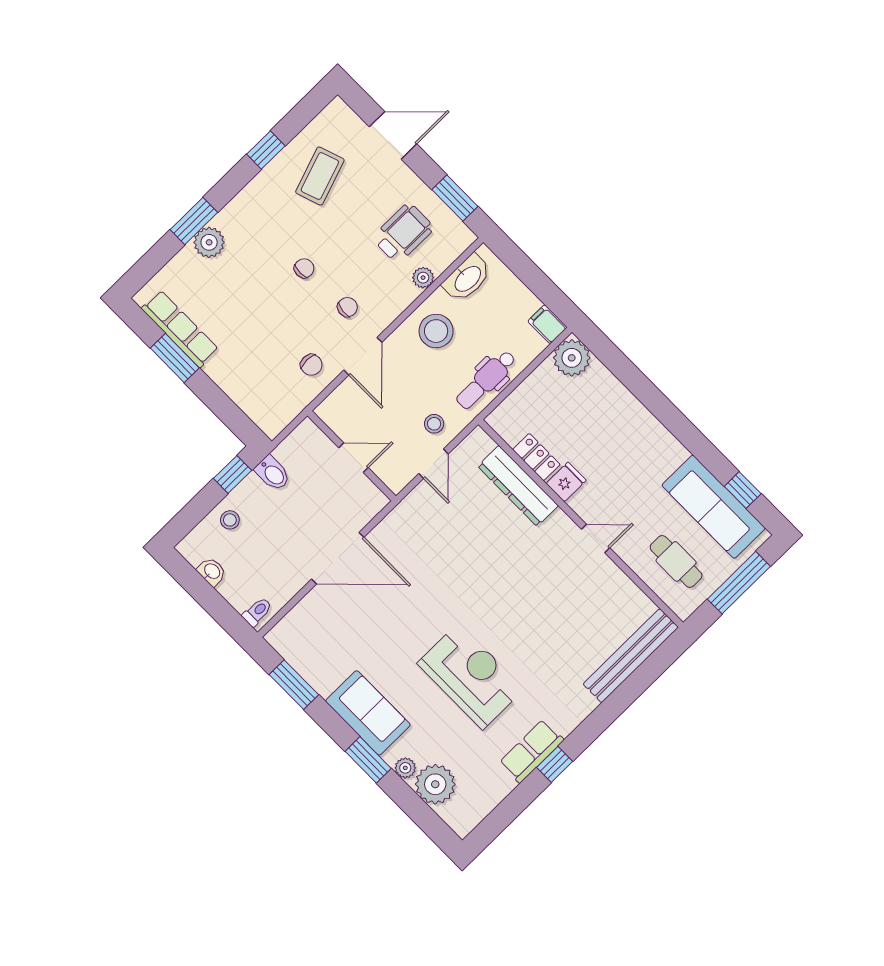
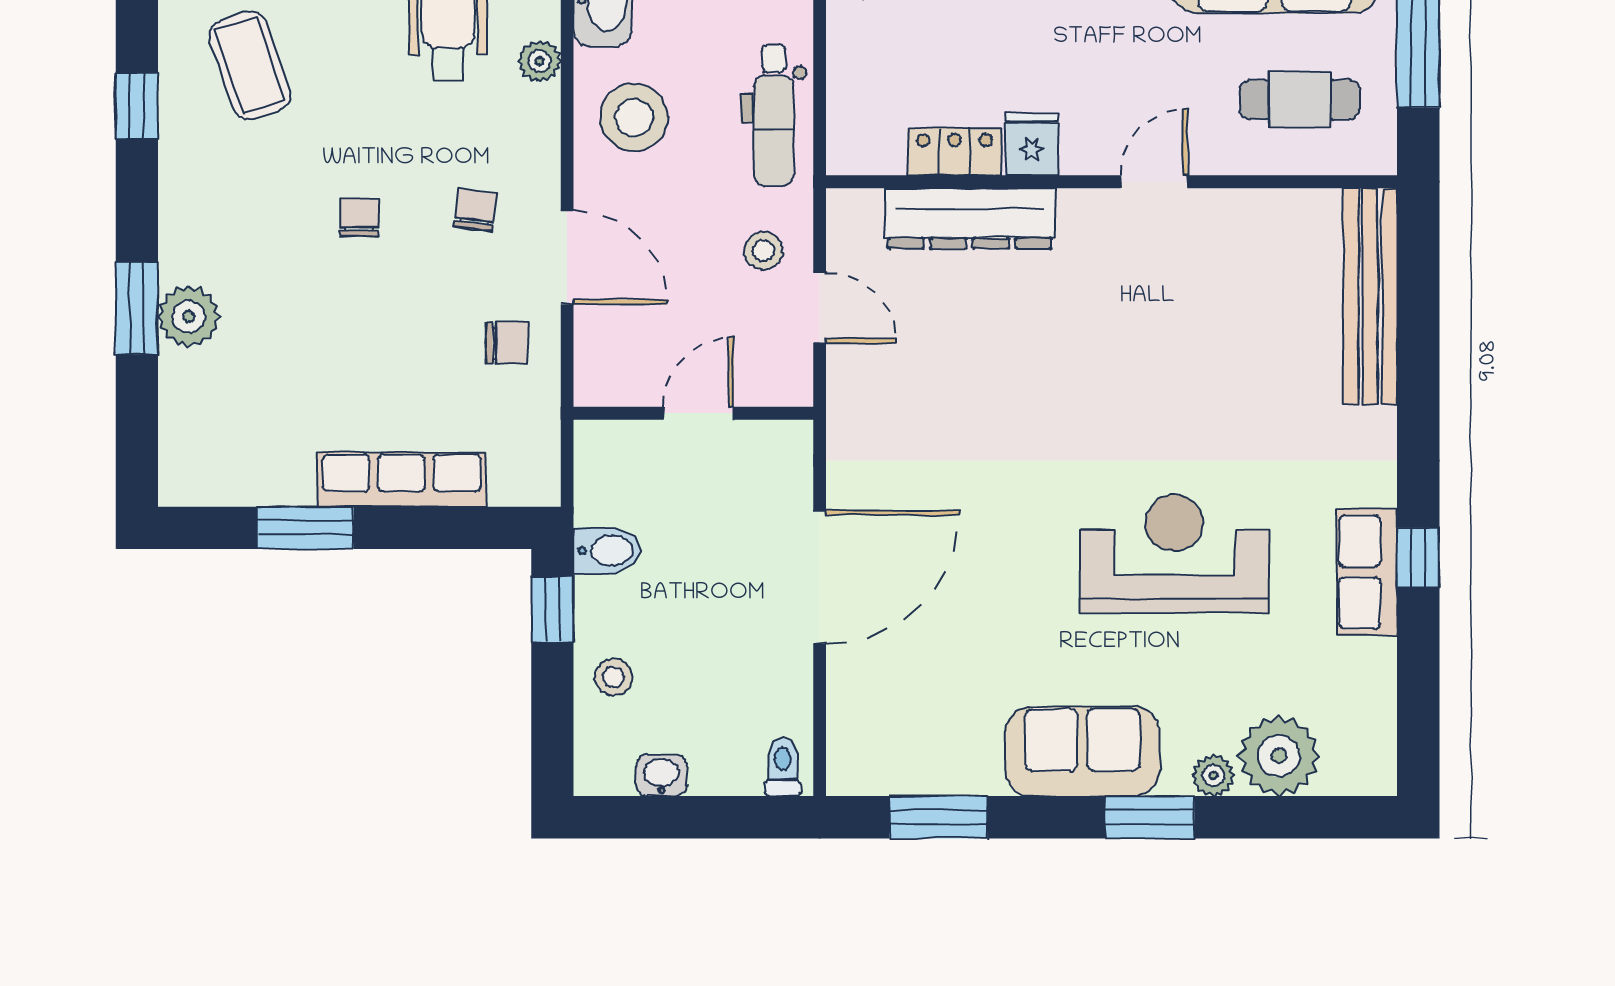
row of seats: (180, 329) -> (402, 480), moved

